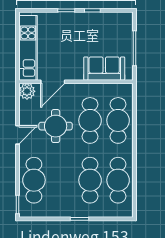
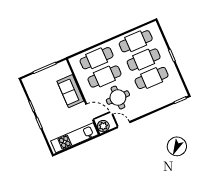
sofa: (104, 69) -> (70, 91), moved
door: (17, 135) -> (124, 125), moved
cafe table: (34, 180) -> (152, 78), moved

